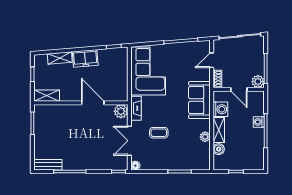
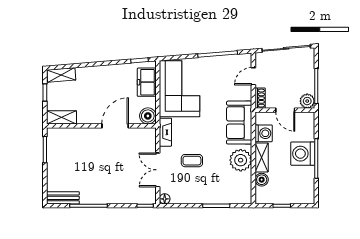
shelving: (60, 58) -> (61, 75), moved
freezer: (85, 58) -> (147, 82), moved, turned 95
boiler: (121, 94) -> (148, 116), added
door: (93, 103) -> (115, 126), hinge flipped
plant: (121, 111) -> (148, 136), removed
washing machine: (259, 122) -> (303, 154), width x1.89, depth x1.89
plant: (205, 137) -> (241, 160), width x1.88, depth x1.88

